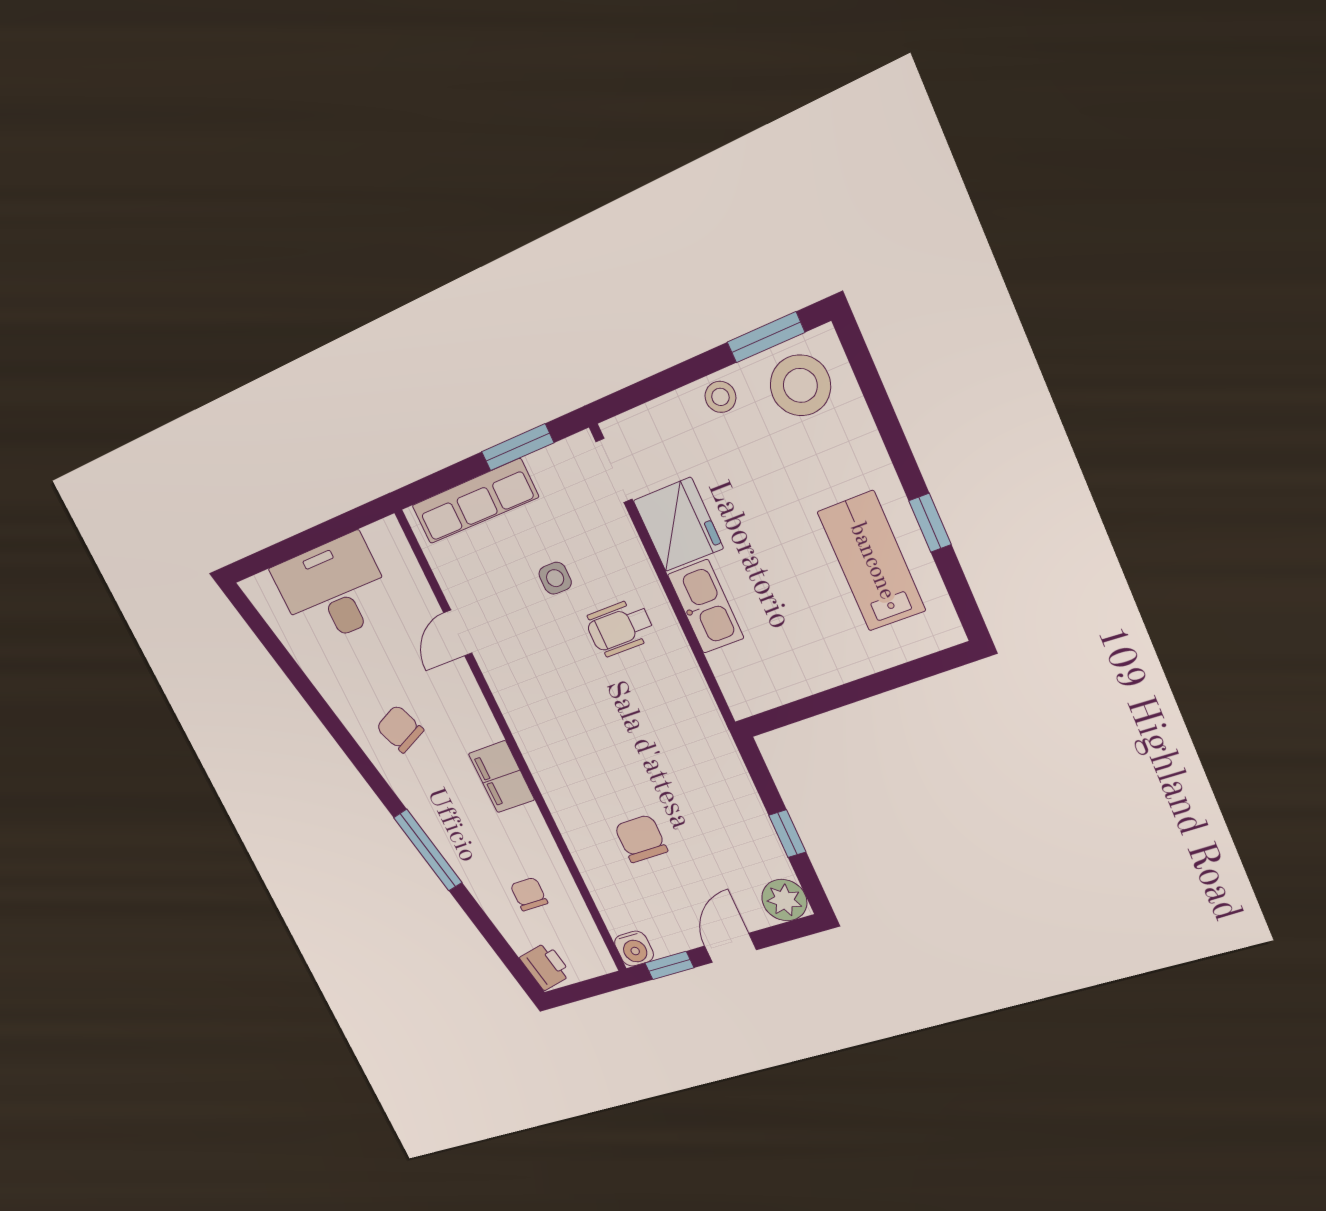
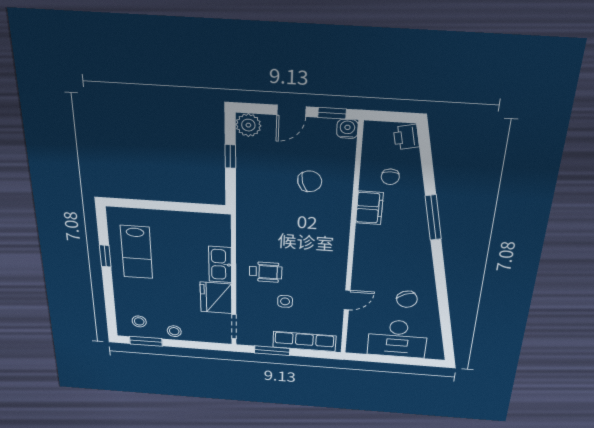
stool: (800, 385) -> (139, 321), width x0.53, depth x0.53
chair: (400, 729) -> (407, 299), moved
filing cabinet: (502, 777) -> (369, 208), moved
chair: (641, 839) -> (310, 181), turned -105

